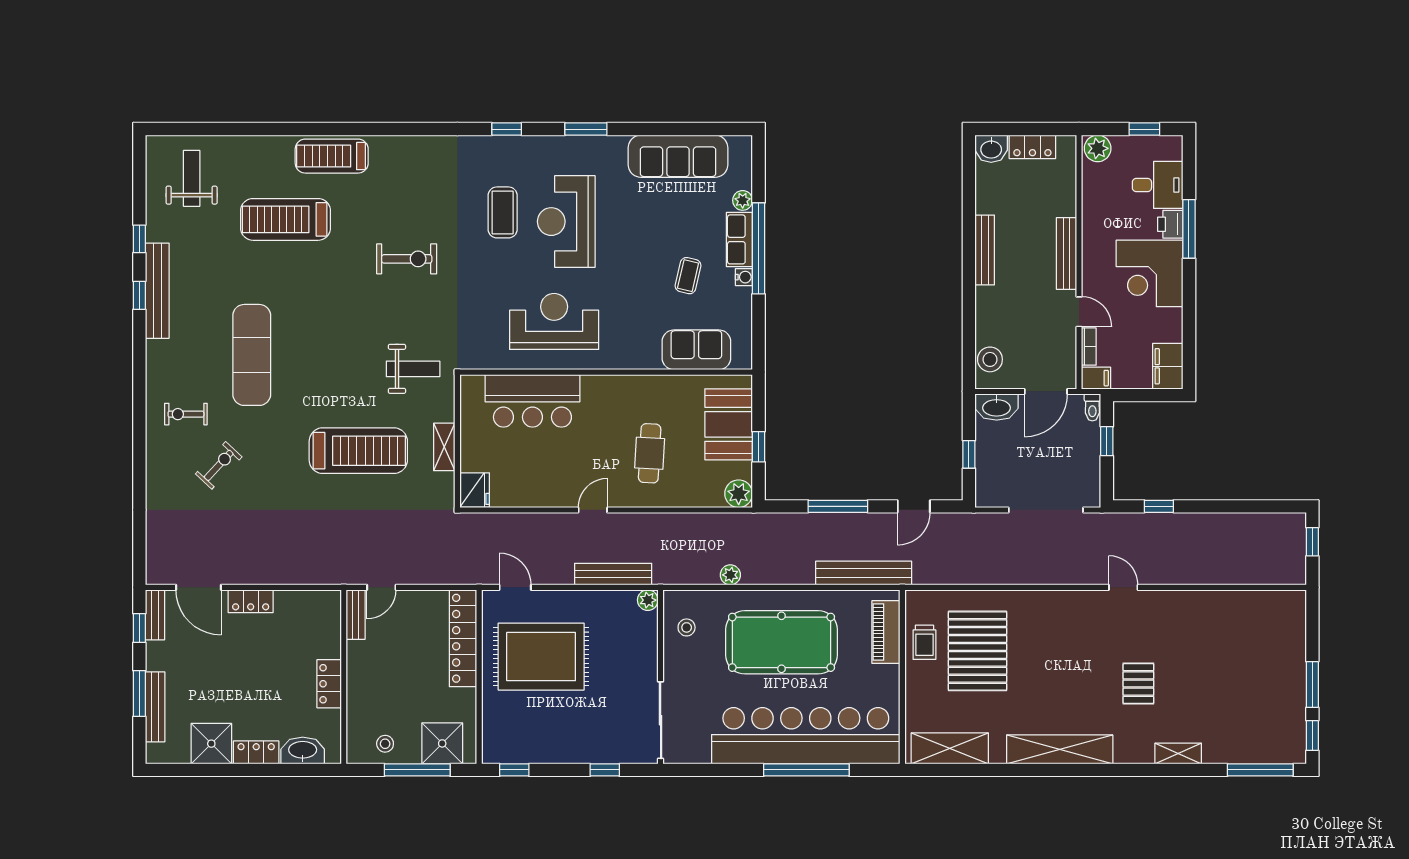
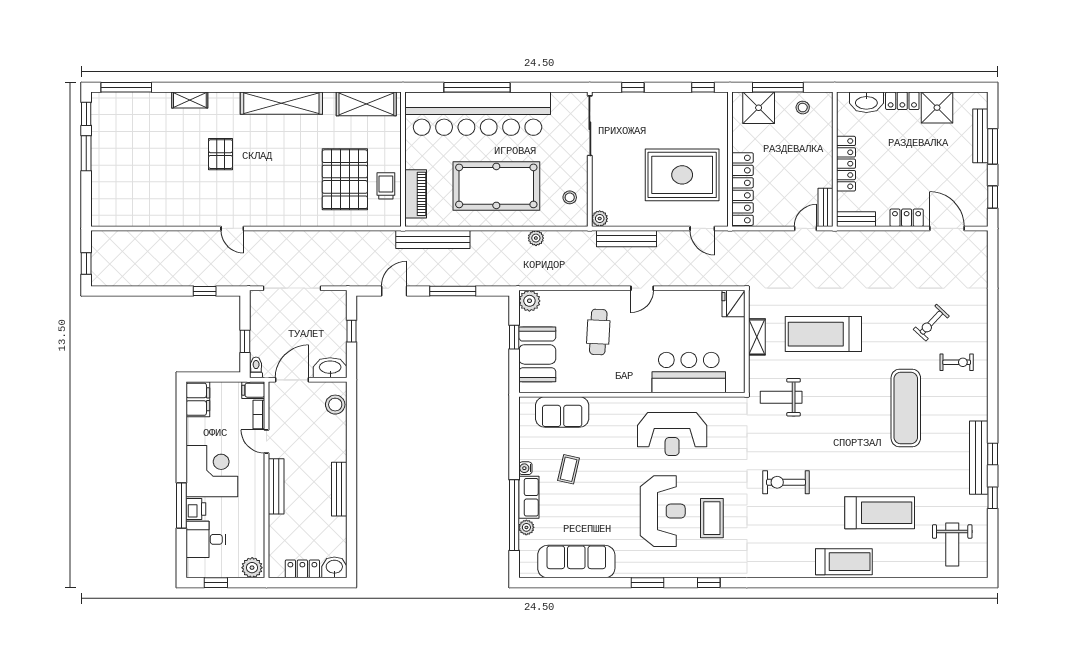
window: (758, 248) -> (514, 515), moved
bench: (155, 615) -> (856, 219), moved, turned 90
locker: (329, 684) -> (846, 164), width x1.53

